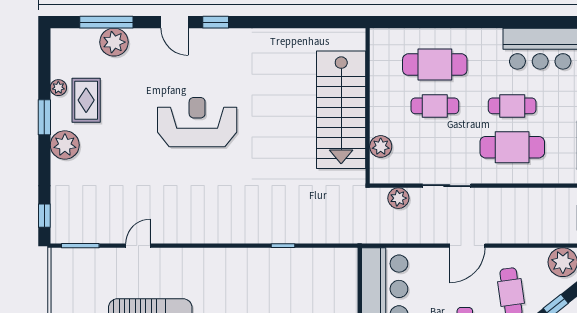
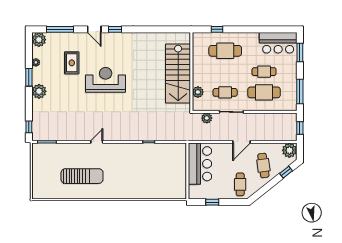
window: (419, 22) -> (217, 29), added
plant: (114, 42) -> (39, 40), moved
rug: (86, 100) -> (72, 63), moved
cafe table: (435, 106) -> (225, 92), moved
door: (138, 246) -> (97, 142), moved

